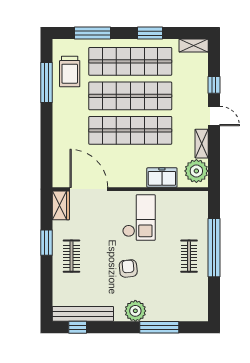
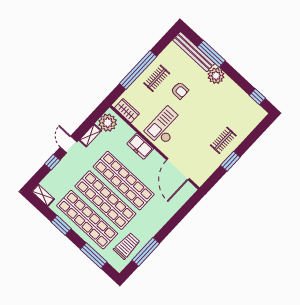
freezer: (162, 178) -> (140, 146), moved
wardrobe: (61, 205) -> (127, 111), moved, turned 90
armchair: (128, 268) -> (180, 90), moved, turned -84
bench: (83, 314) -> (194, 52), moved

